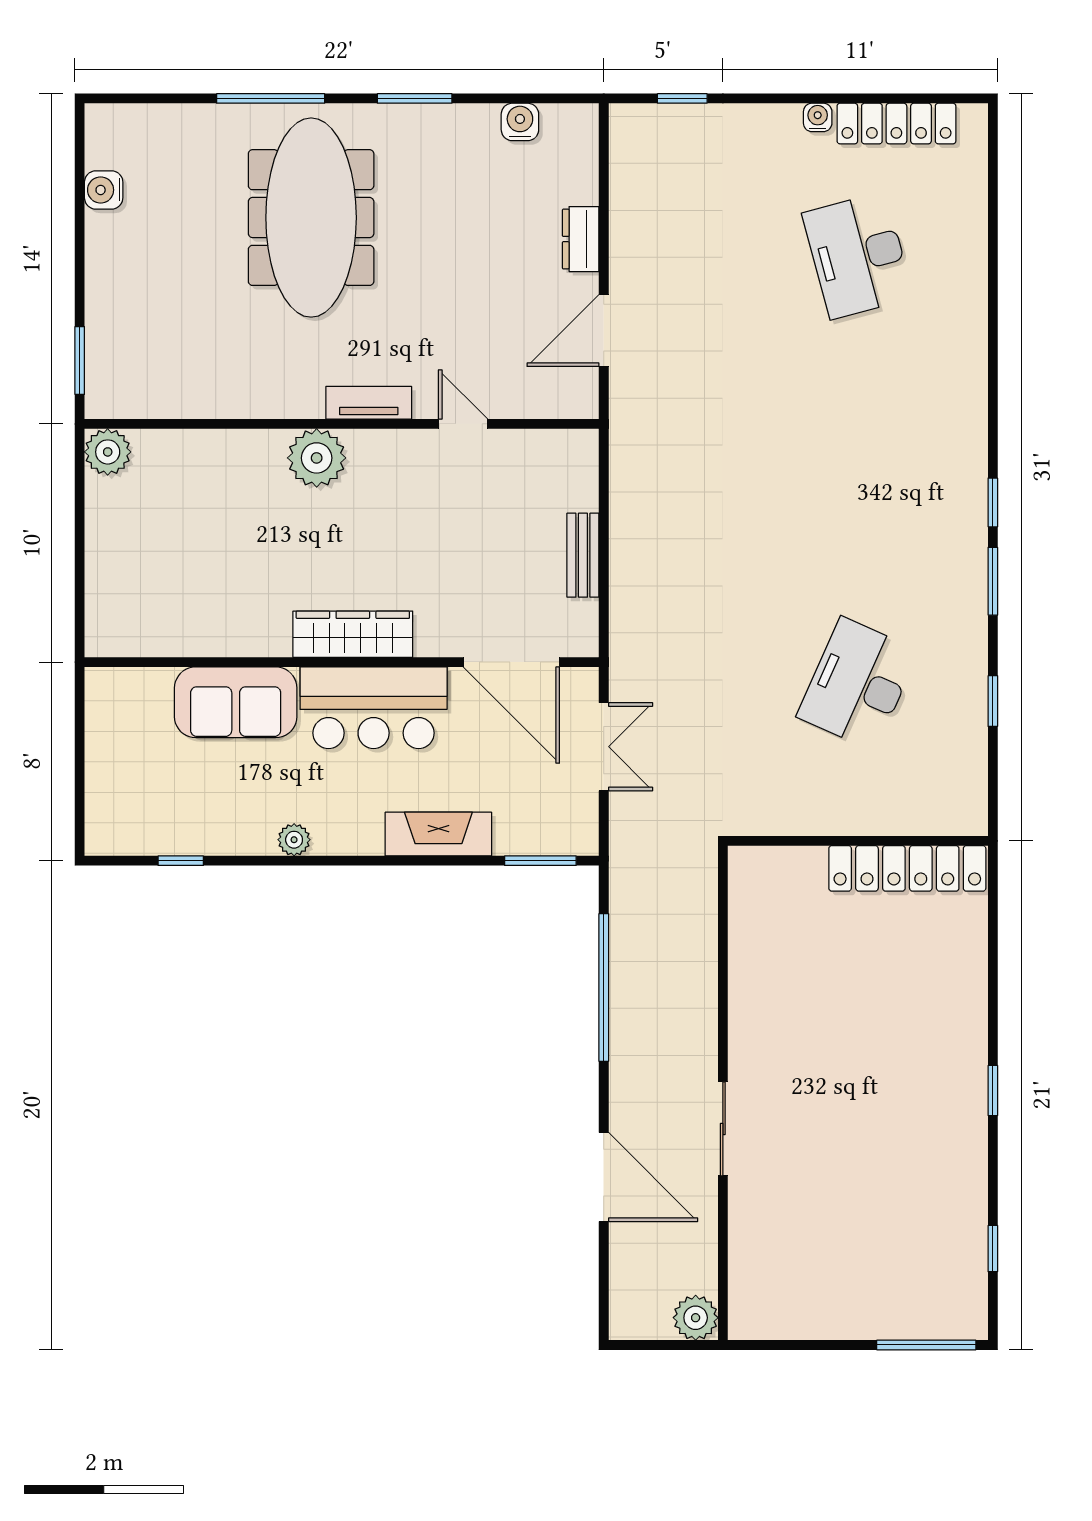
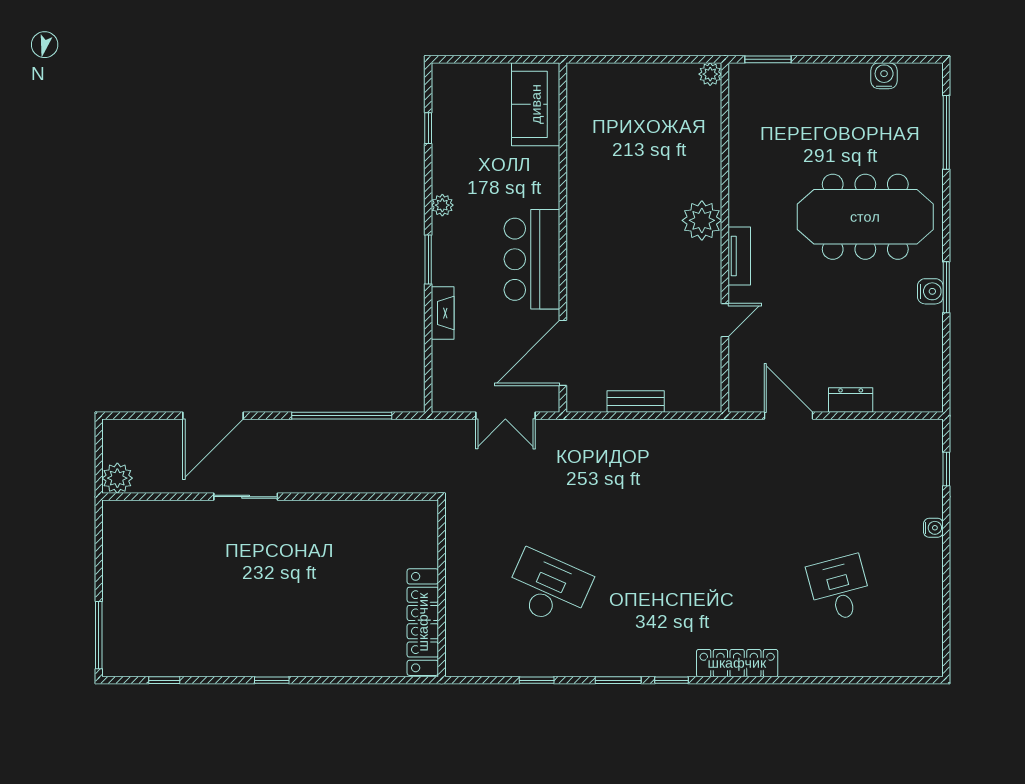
window: (271, 98) -> (946, 132), moved
water cooler: (818, 117) -> (933, 528), moved
water cooler: (520, 122) -> (930, 291), moved
locker: (896, 124) -> (737, 663), moved, turned 90
desk: (858, 255) -> (839, 588), width x0.73
plant: (108, 452) -> (710, 74), width x0.73, depth x0.73
wardrobe: (353, 634) -> (582, 245), removed
sofa: (236, 702) -> (536, 104), moved
fireplace: (438, 834) -> (443, 313), width x0.73, depth x0.76
window: (540, 861) -> (428, 260), moved

